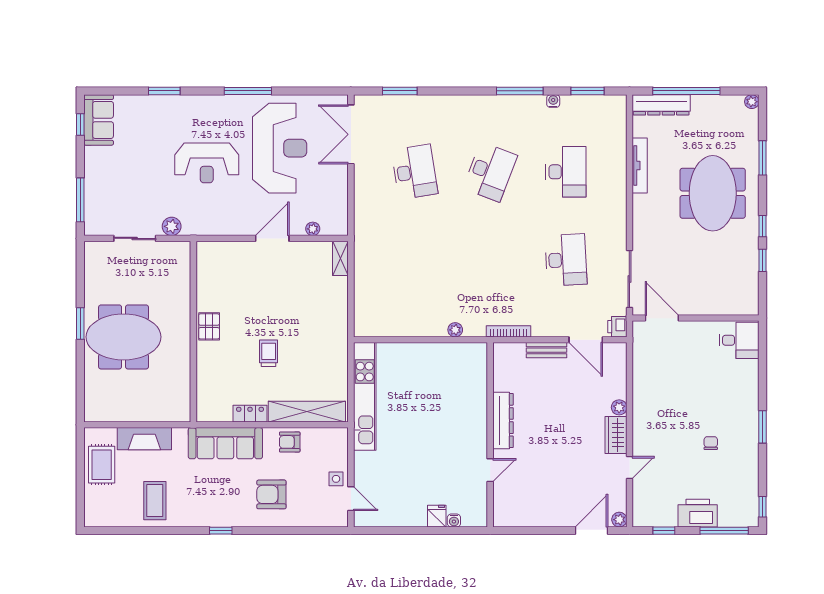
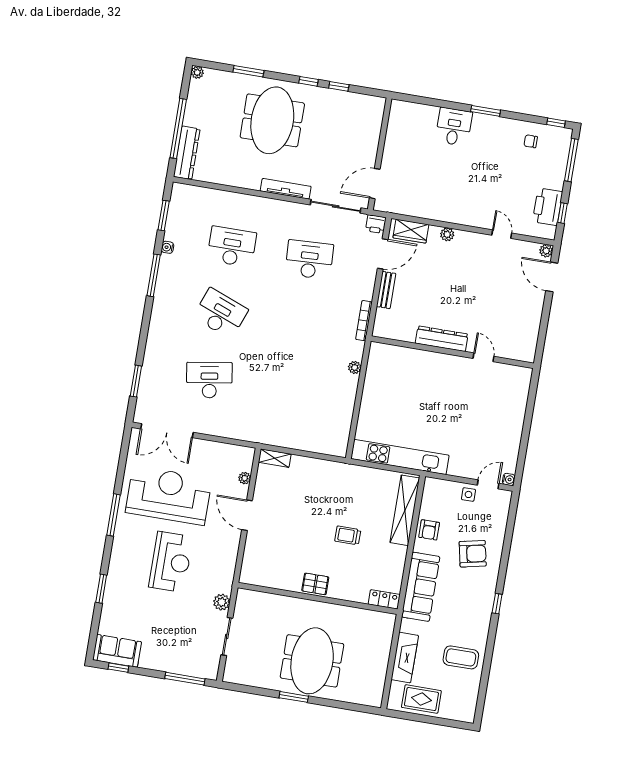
tv unit: (640, 165) -> (286, 189), moved
meeting table: (713, 193) -> (272, 120), turned 90
desk: (739, 340) -> (454, 127), moved
locker: (250, 414) -> (384, 599), moved, turned 90
wardrobe: (616, 435) -> (411, 231), moved
chair: (711, 443) -> (531, 141), moved
armchair: (271, 494) -> (473, 554), turned -102
printer: (698, 513) -> (548, 207), moved
fridge: (437, 516) -> (516, 411), removed
water cooler: (454, 520) -> (509, 479), moved

